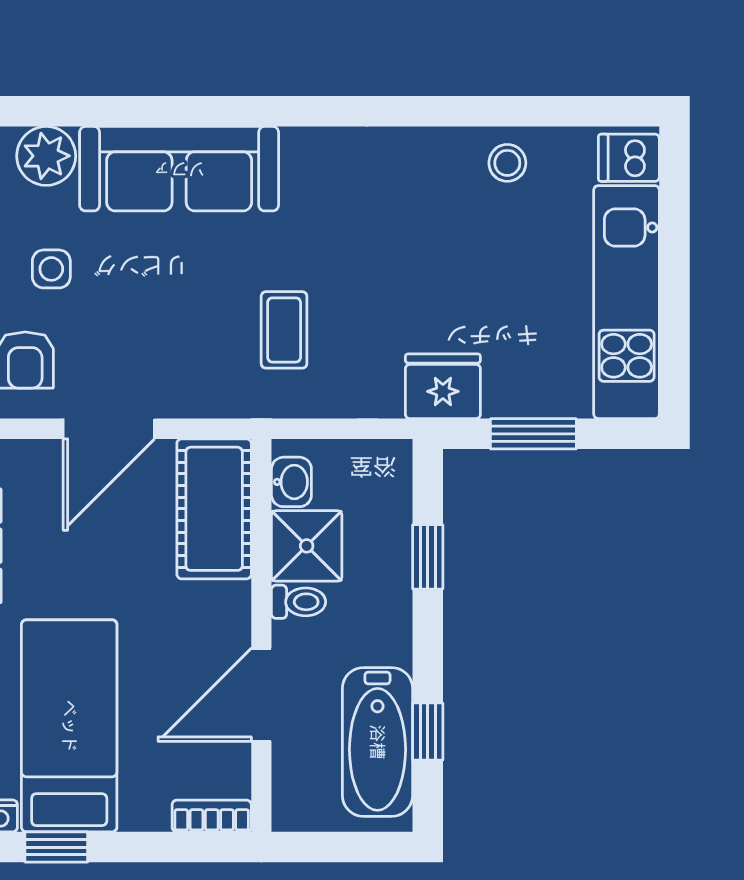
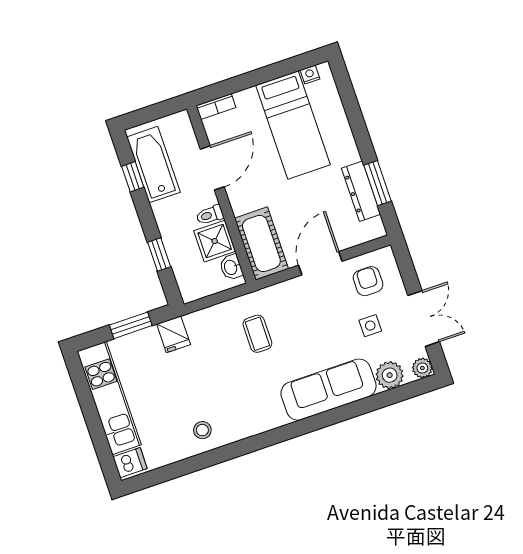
stool: (507, 163) -> (202, 430), moved
fridge: (443, 386) -> (174, 334), width x0.72
window: (56, 847) -> (280, 69), removed

